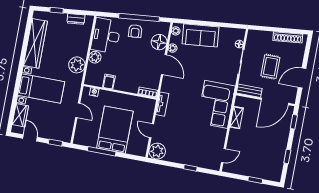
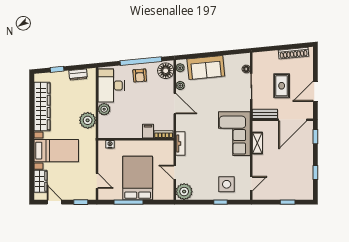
floor lamp: (159, 42) -> (166, 71), moved
filing cabinet: (109, 82) -> (148, 131), moved
door: (78, 110) -> (97, 181), moved
side table: (199, 152) -> (227, 184), added

